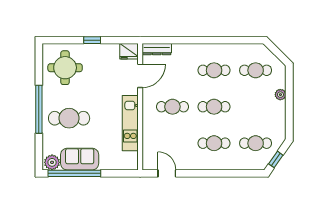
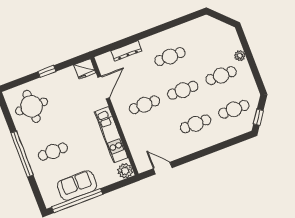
dresser: (157, 49) -> (126, 51), moved
cafe table: (256, 70) -> (221, 76), moved
cafe table: (69, 118) -> (53, 152), width x0.73, depth x0.74
plant: (52, 162) -> (125, 171), moved

